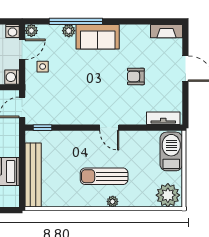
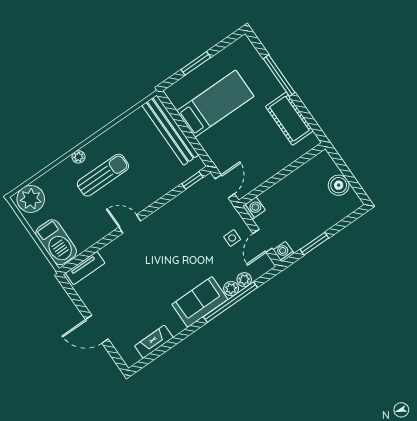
plant: (31, 31) -> (244, 280), moved
fireplace: (166, 31) -> (154, 342), moved
armchair: (136, 76) -> (138, 289), removed

